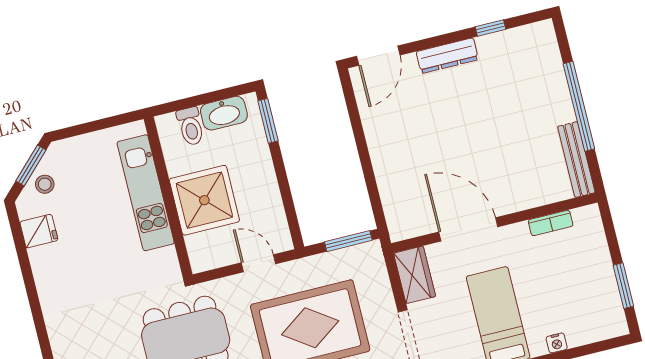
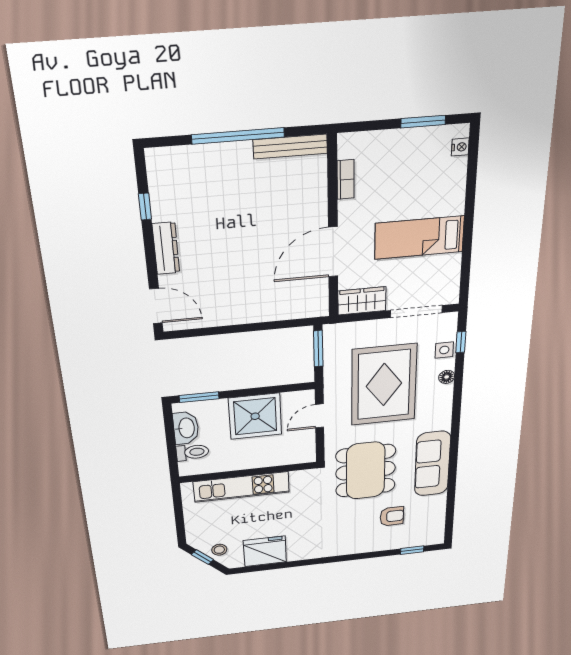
window: (31, 165) -> (202, 557), width x0.67
shower: (204, 200) -> (255, 416), moved
fridge: (39, 231) -> (265, 551), width x1.88, depth x1.34
nightstand: (557, 343) -> (460, 147), moved

